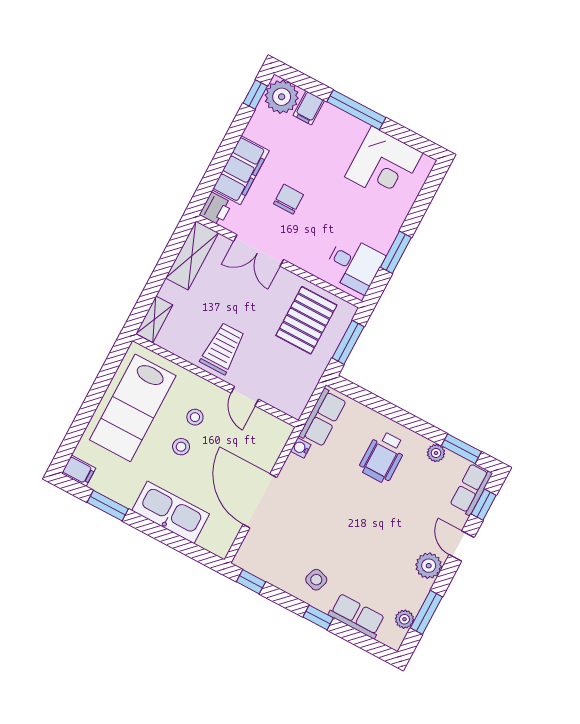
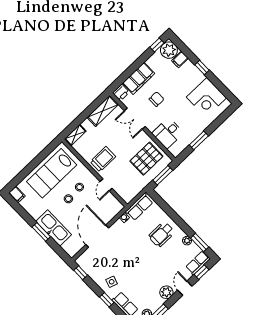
window: (356, 110) -> (202, 68), width x0.46
desk: (354, 264) -> (168, 133), moved, turned 90
window: (108, 506) -> (41, 232), moved

